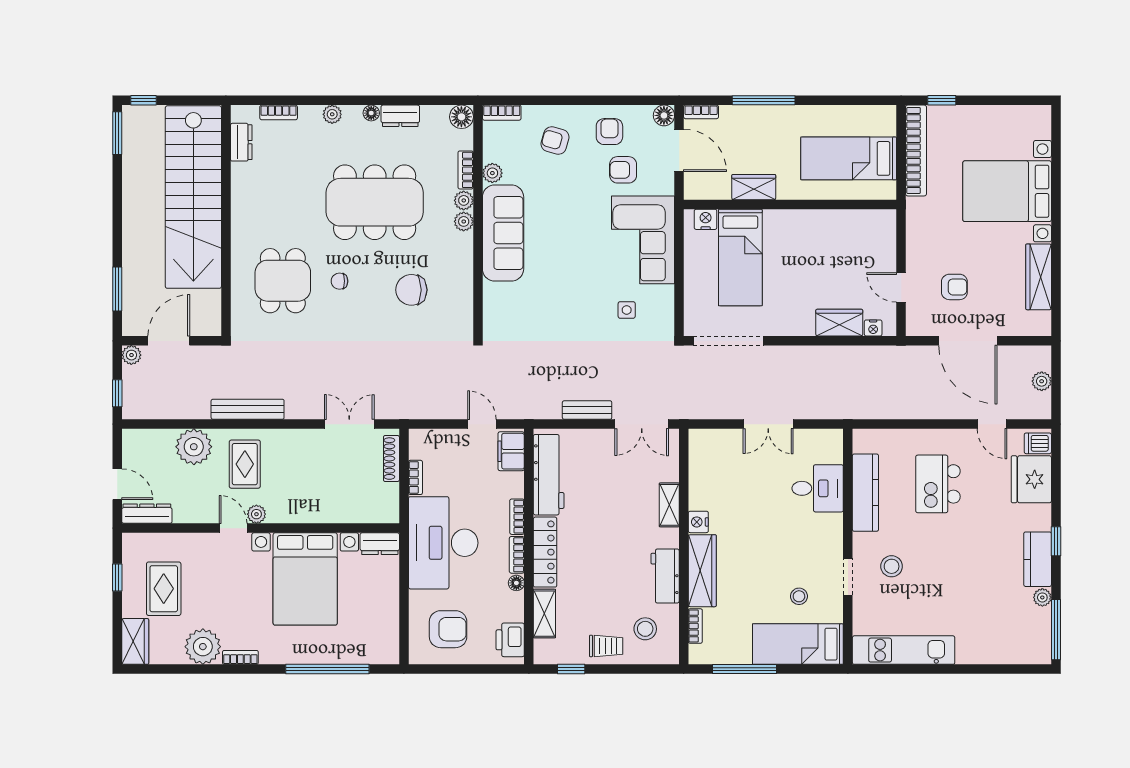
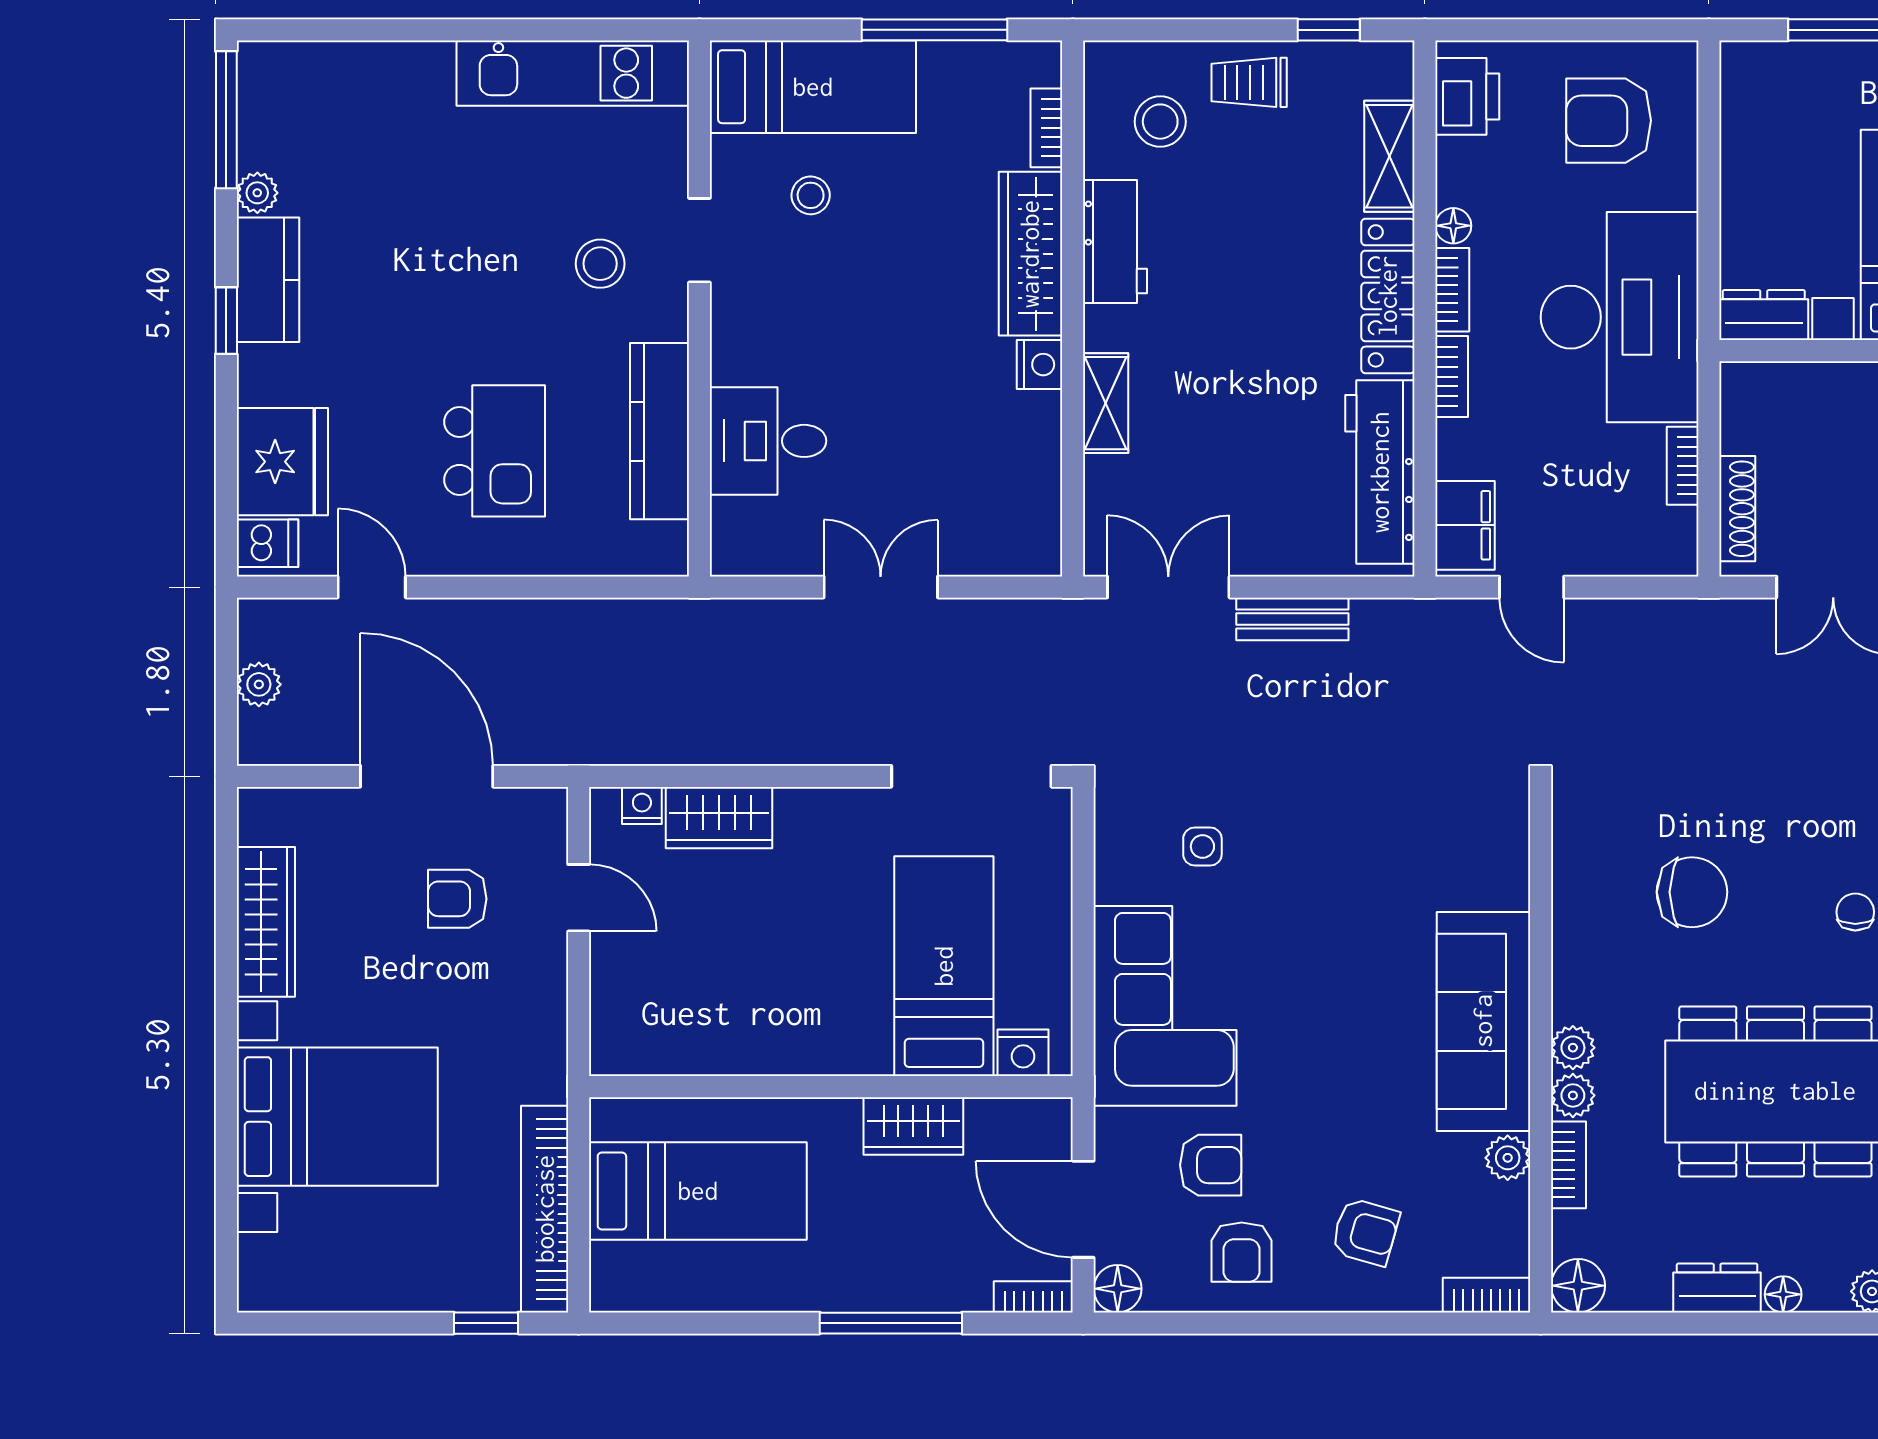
chair: (340, 281) -> (1855, 912), turned -90

